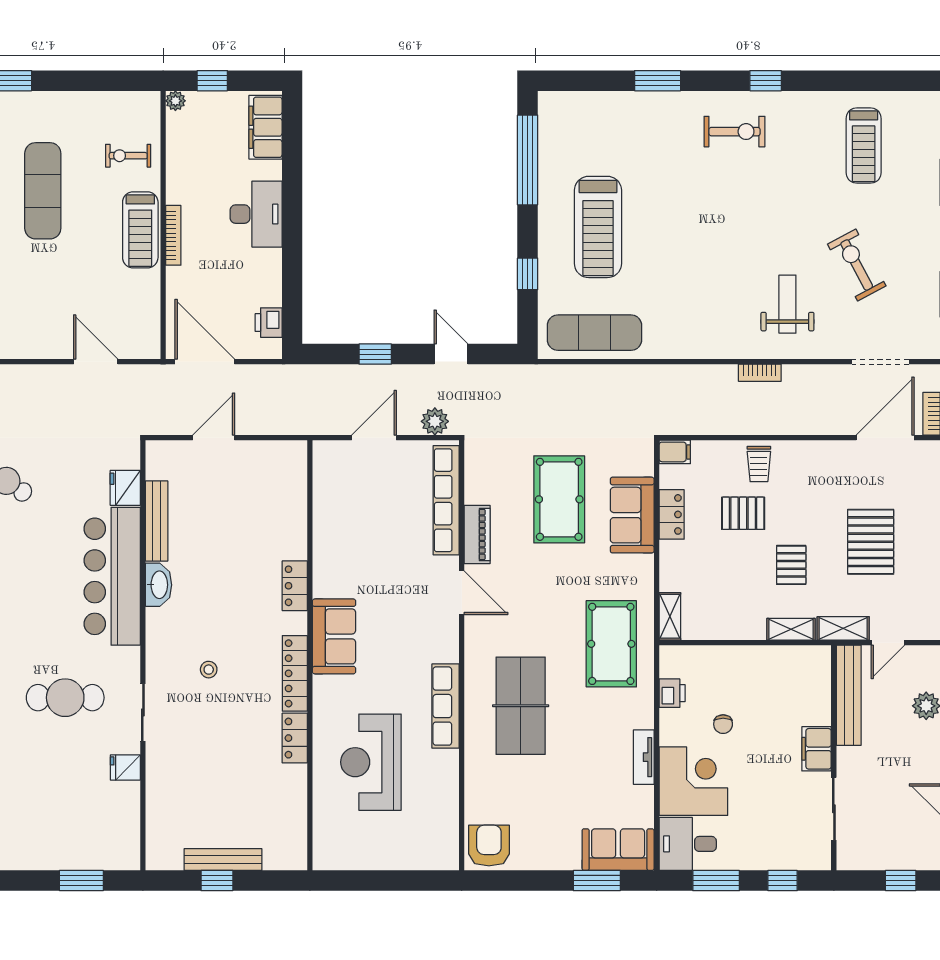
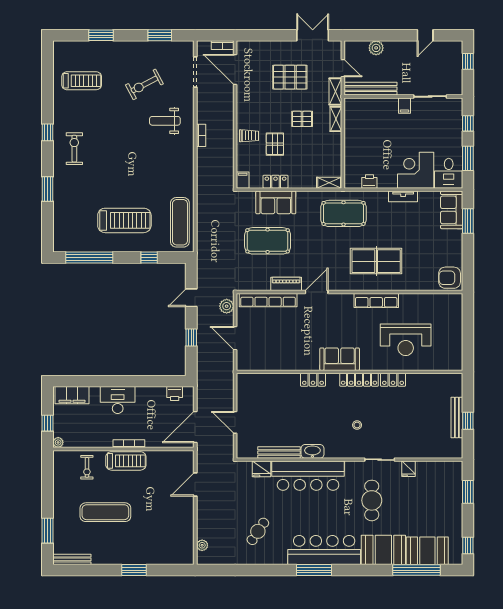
chair: (723, 724) -> (386, 155), removed
filing cabinet: (817, 749) -> (404, 106), width x0.50

